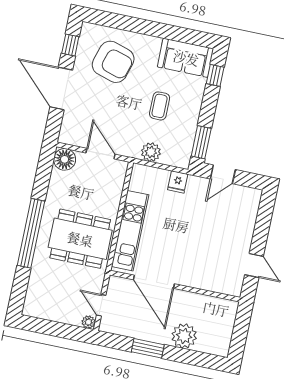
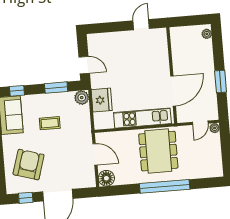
window: (201, 142) -> (56, 88), moved
plant: (151, 152) -> (82, 98), moved
door: (101, 154) -> (95, 154), swing flipped
fridge: (178, 182) -> (102, 100), width x1.88, depth x1.34
plant: (184, 336) -> (207, 34), moved, width x0.53, depth x0.53

